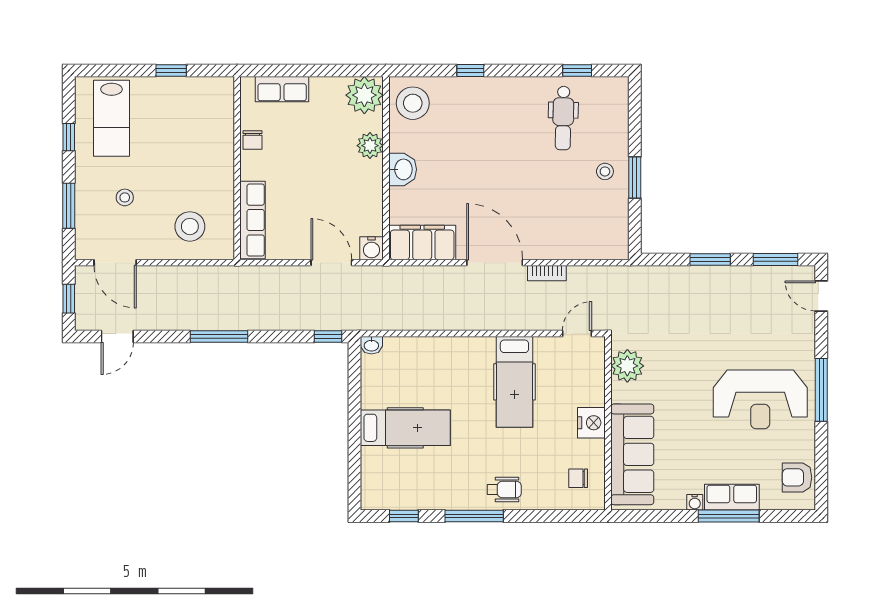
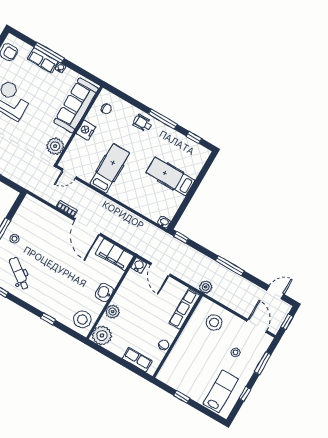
dental chair: (563, 118) -> (19, 273), turned -54
plant: (238, 278) -> (206, 287), added

